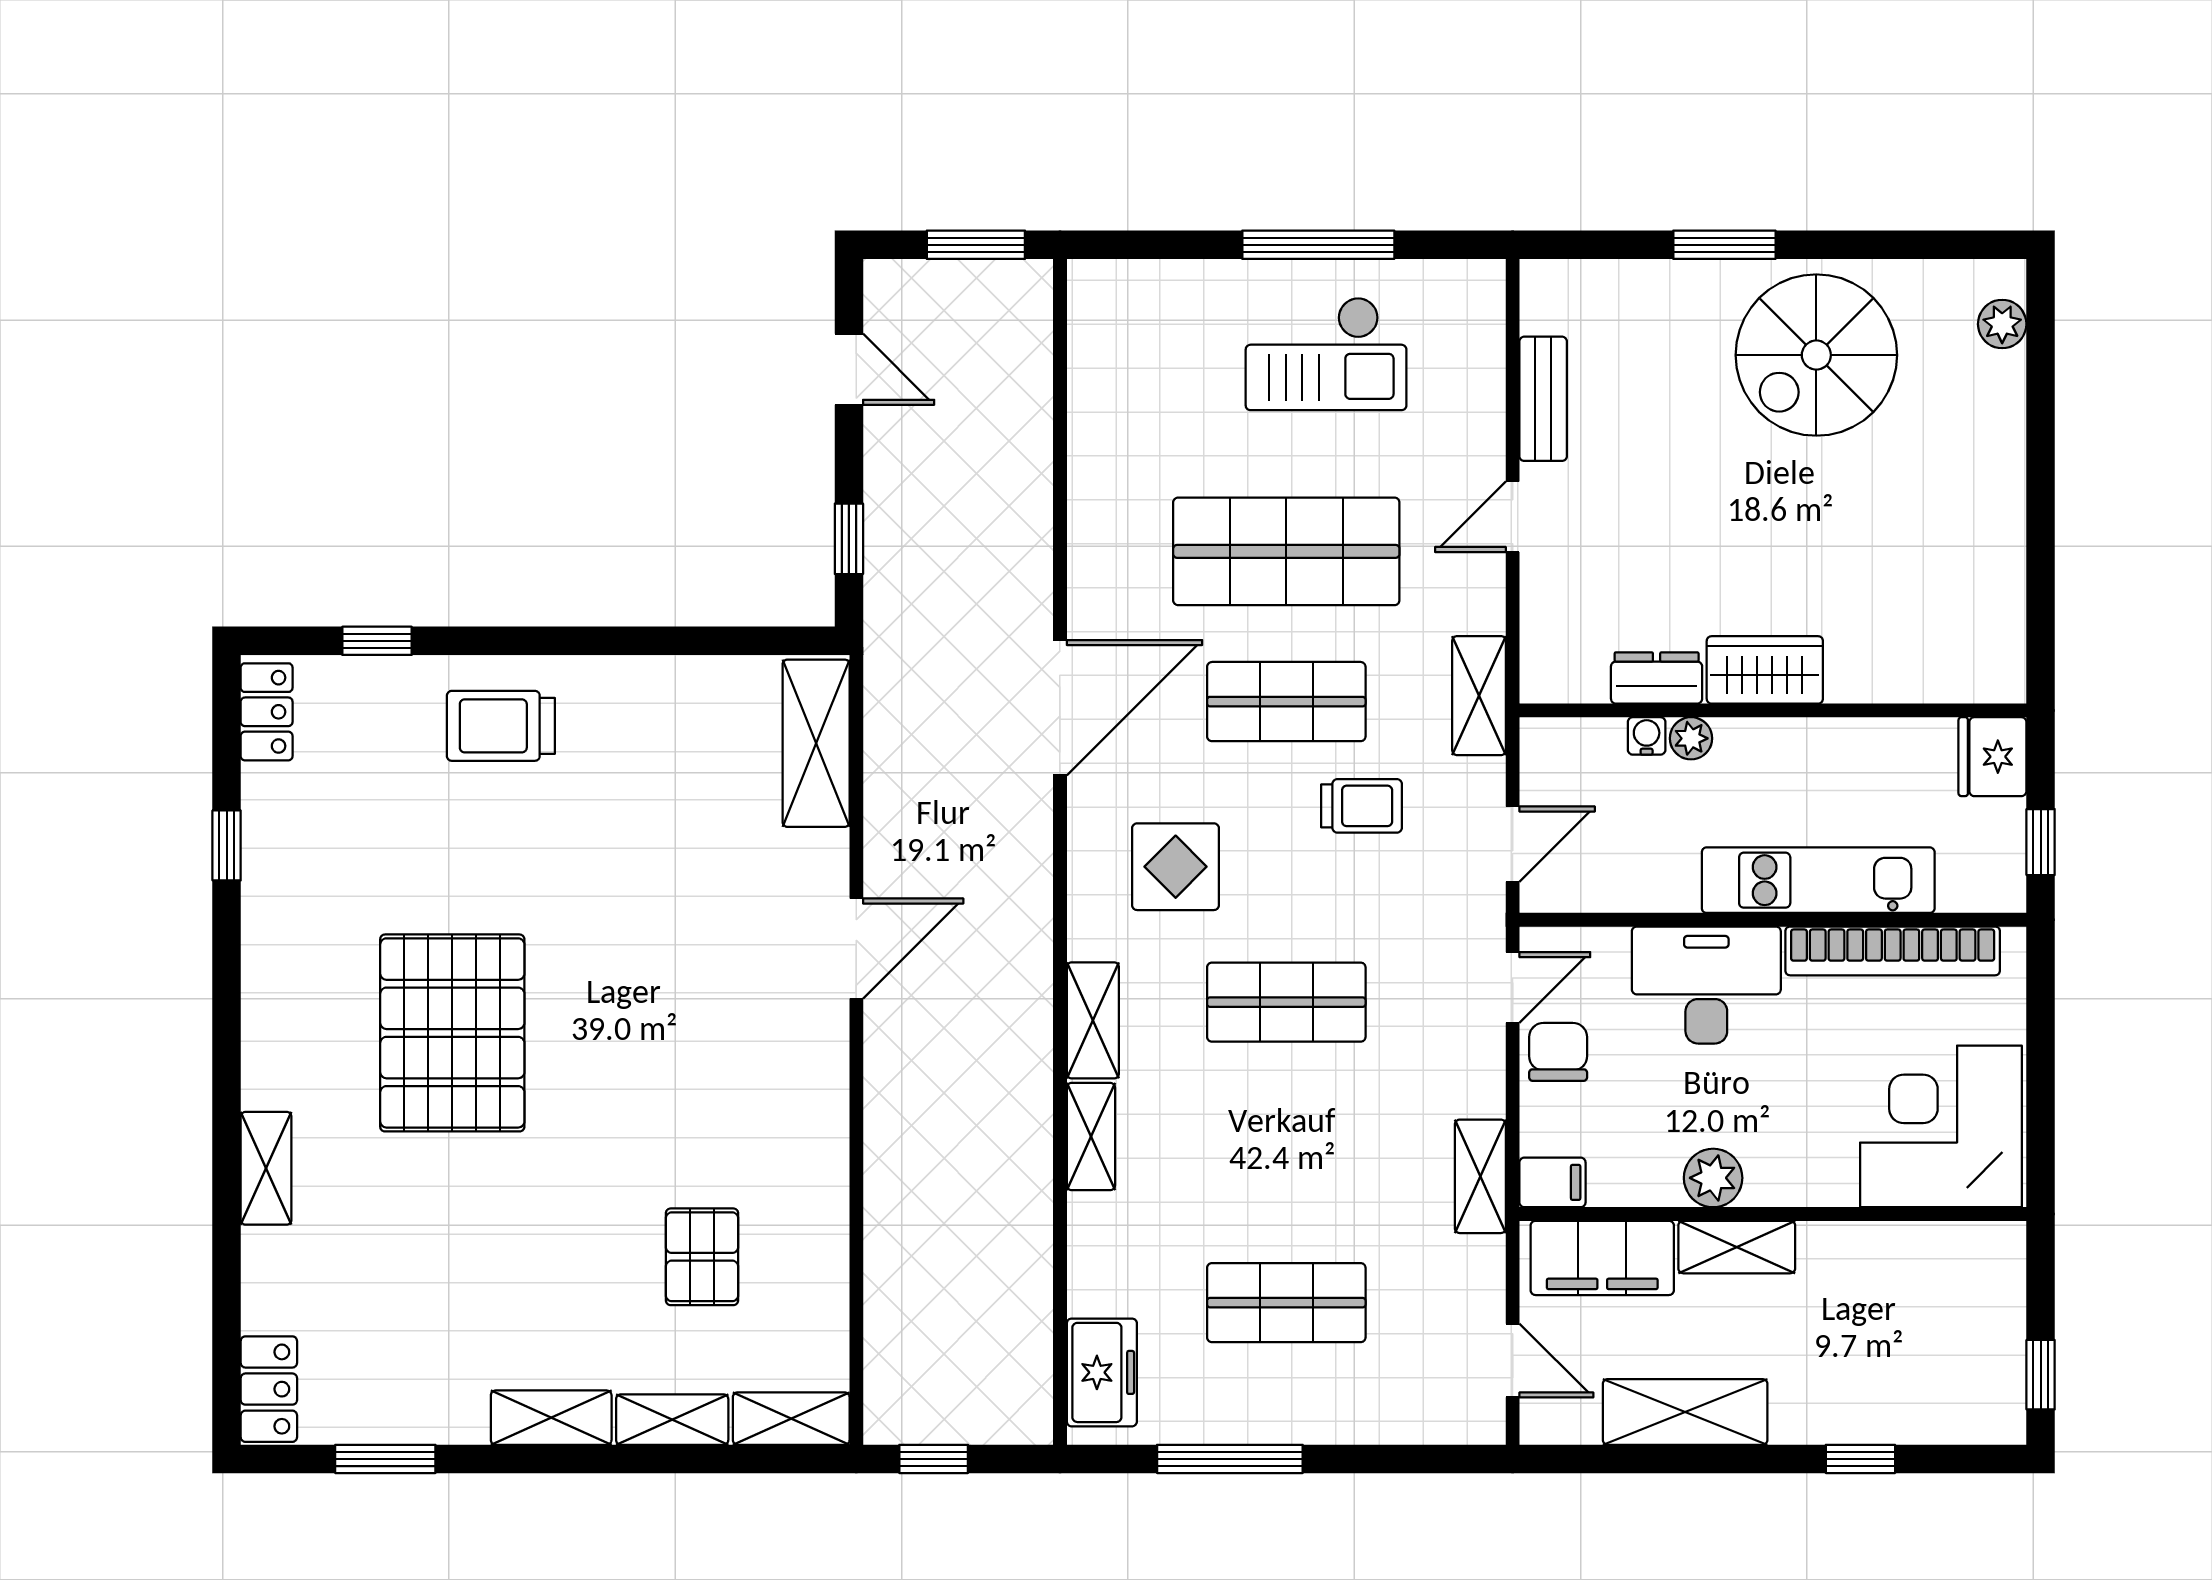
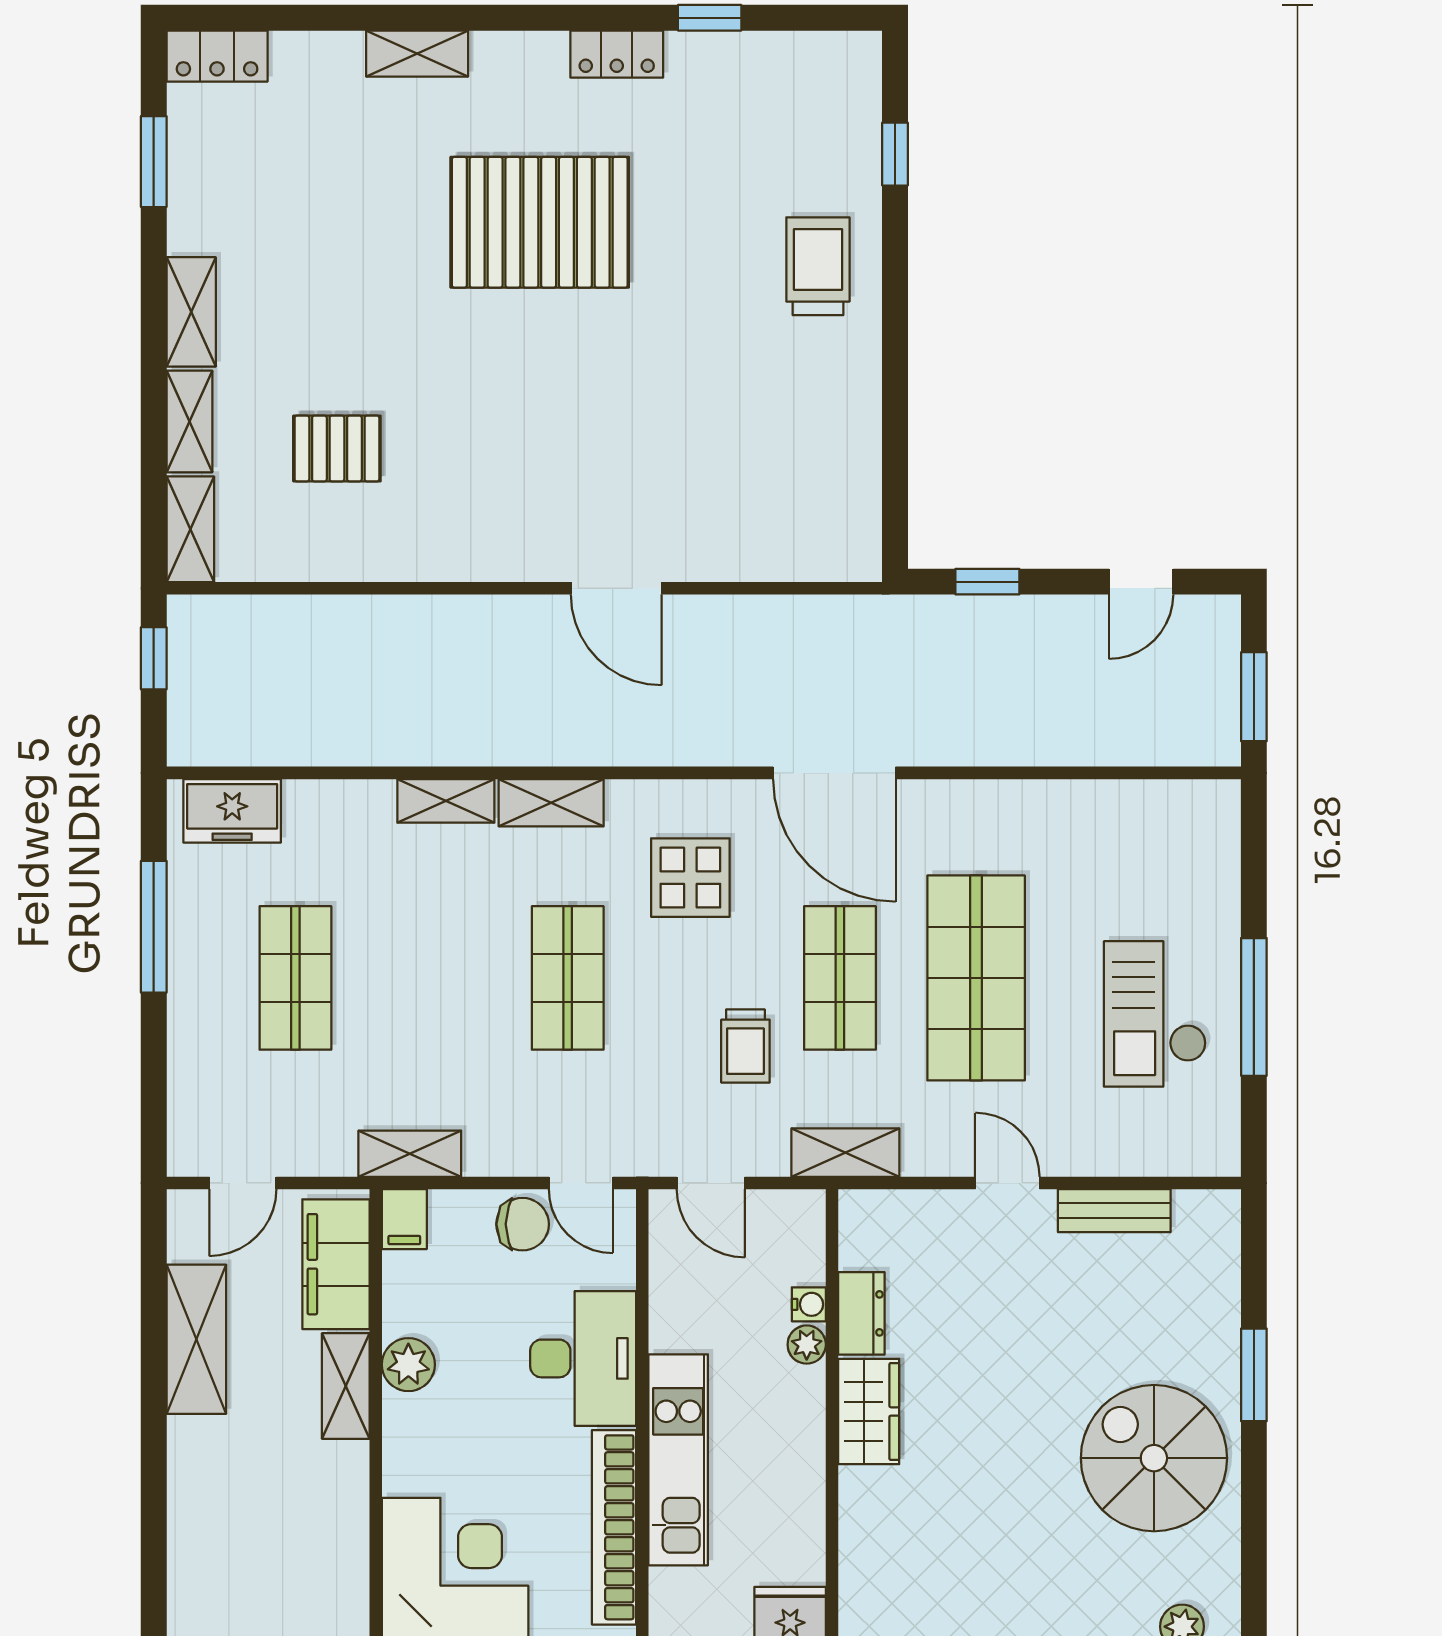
locker: (267, 712) -> (617, 54), moved
shelving: (816, 743) -> (802, 552), removed
window: (1860, 1459) -> (154, 1498), removed

